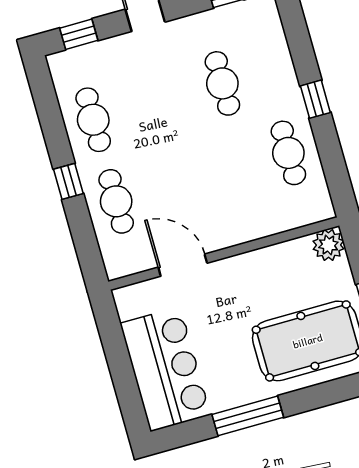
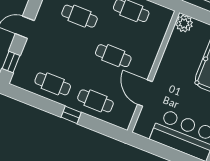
cafe table: (202, 177) -> (113, 56), added
door: (183, 265) -> (145, 93), hinge flipped

